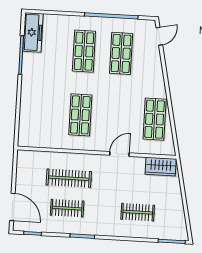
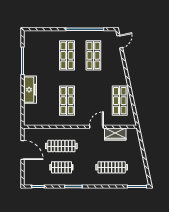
freezer: (33, 32) -> (30, 90), moved
wardrobe: (161, 167) -> (115, 134), moved
door: (12, 207) -> (23, 150), moved
clothes rail: (138, 212) -> (112, 167), width x1.36

